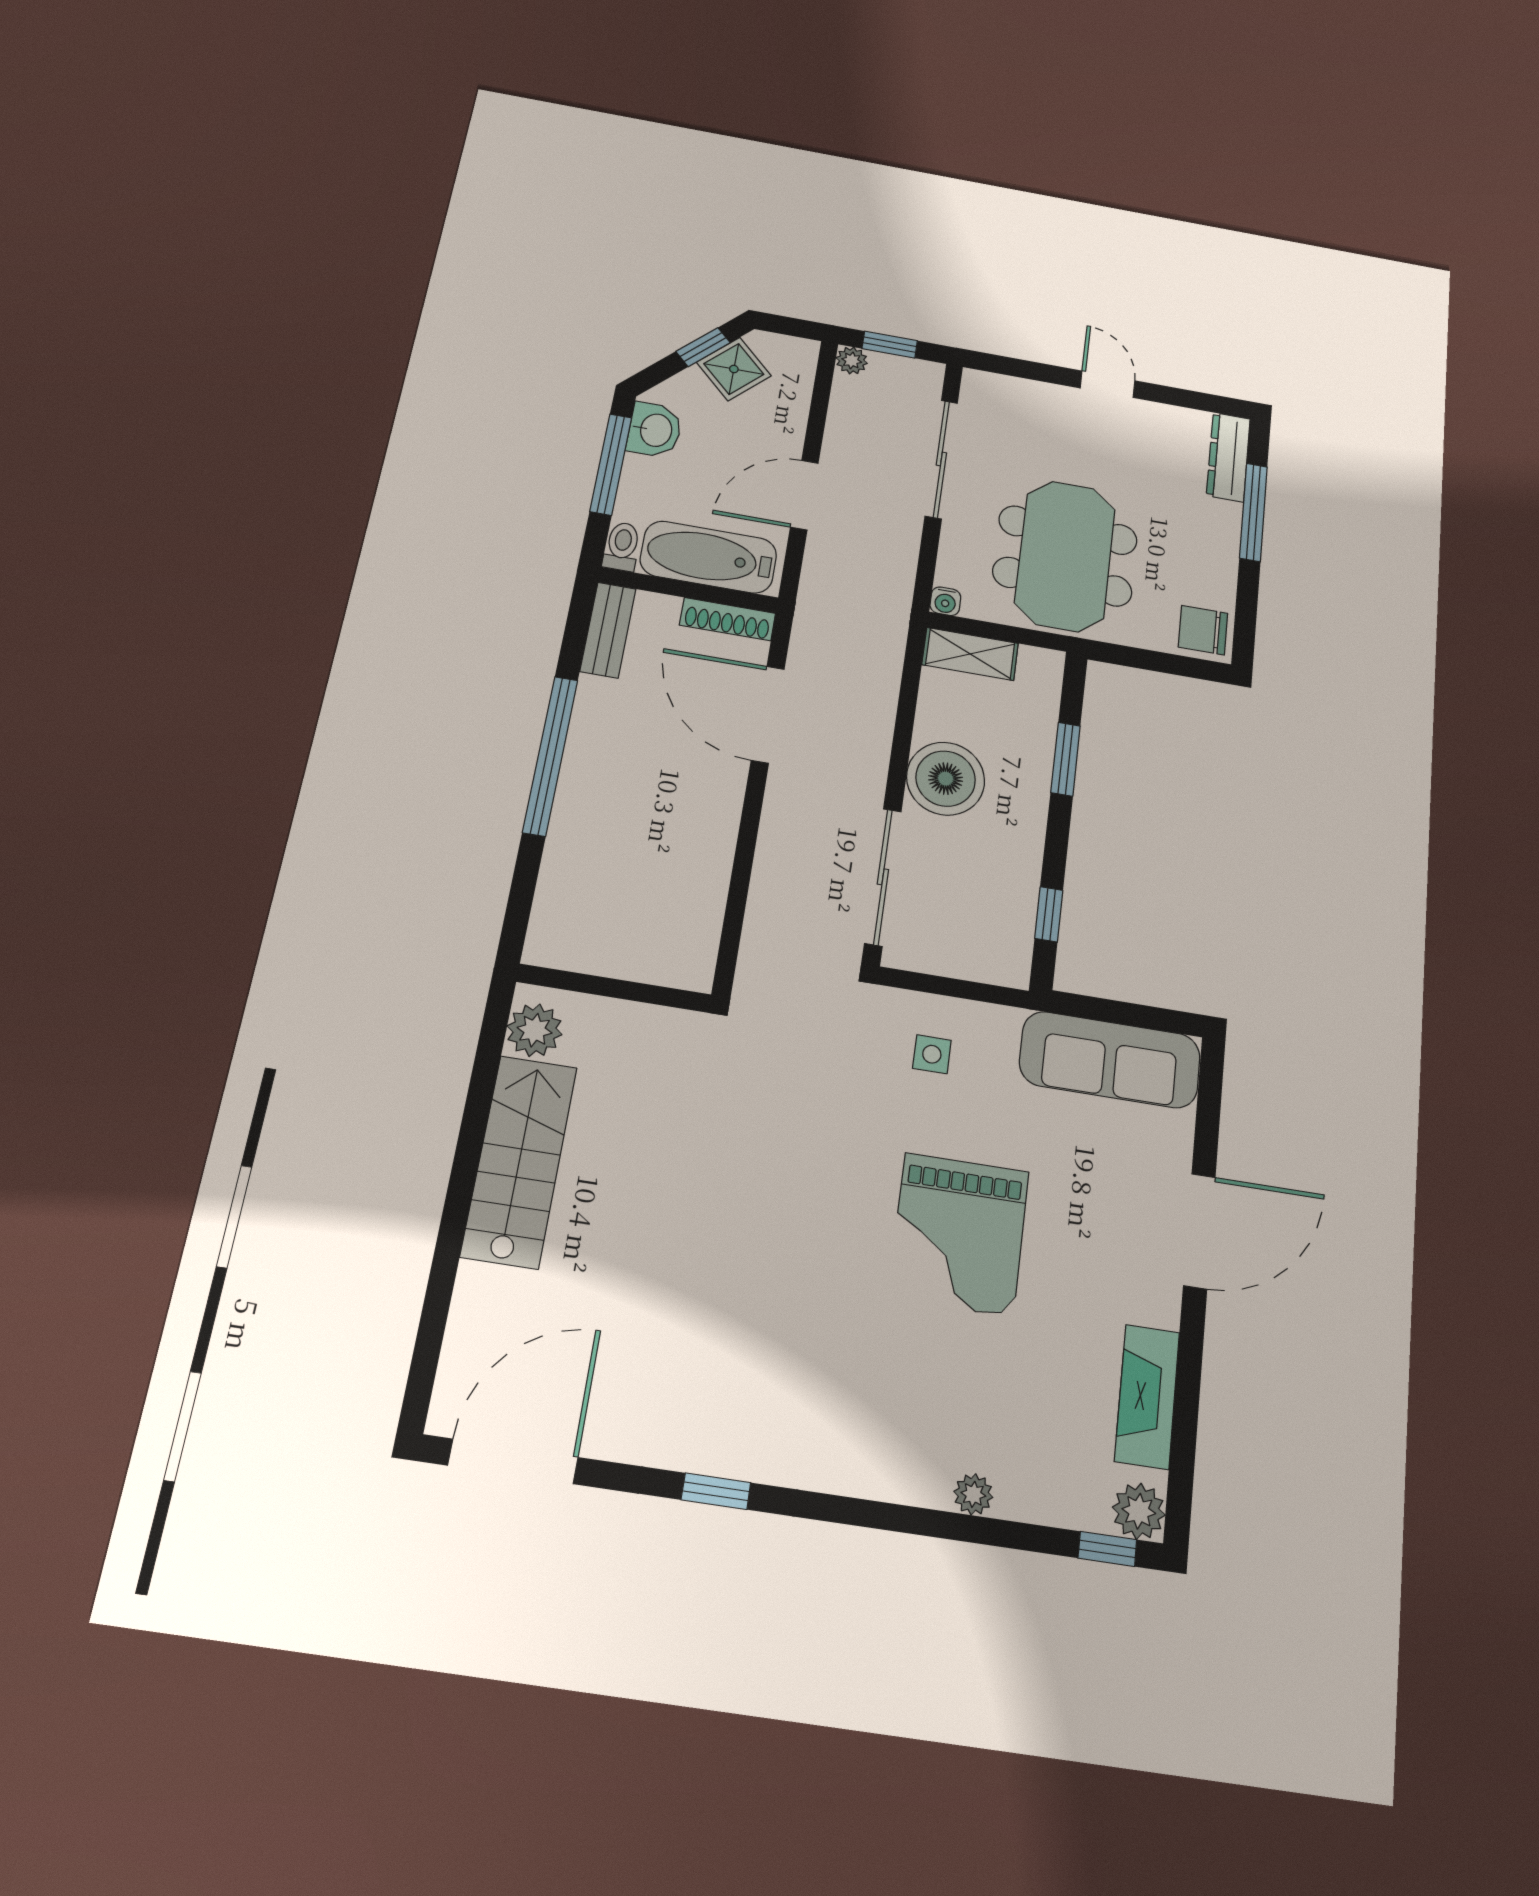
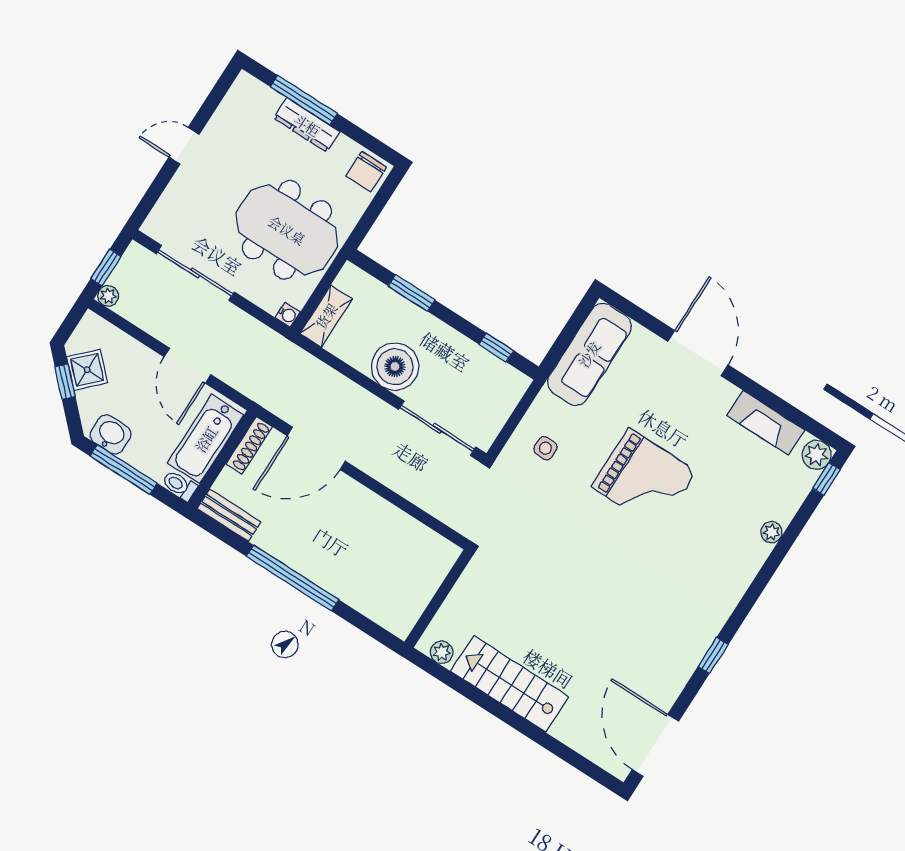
dresser: (1228, 457) -> (307, 125), moved
plant: (535, 1030) -> (442, 652), width x0.73, depth x0.73

